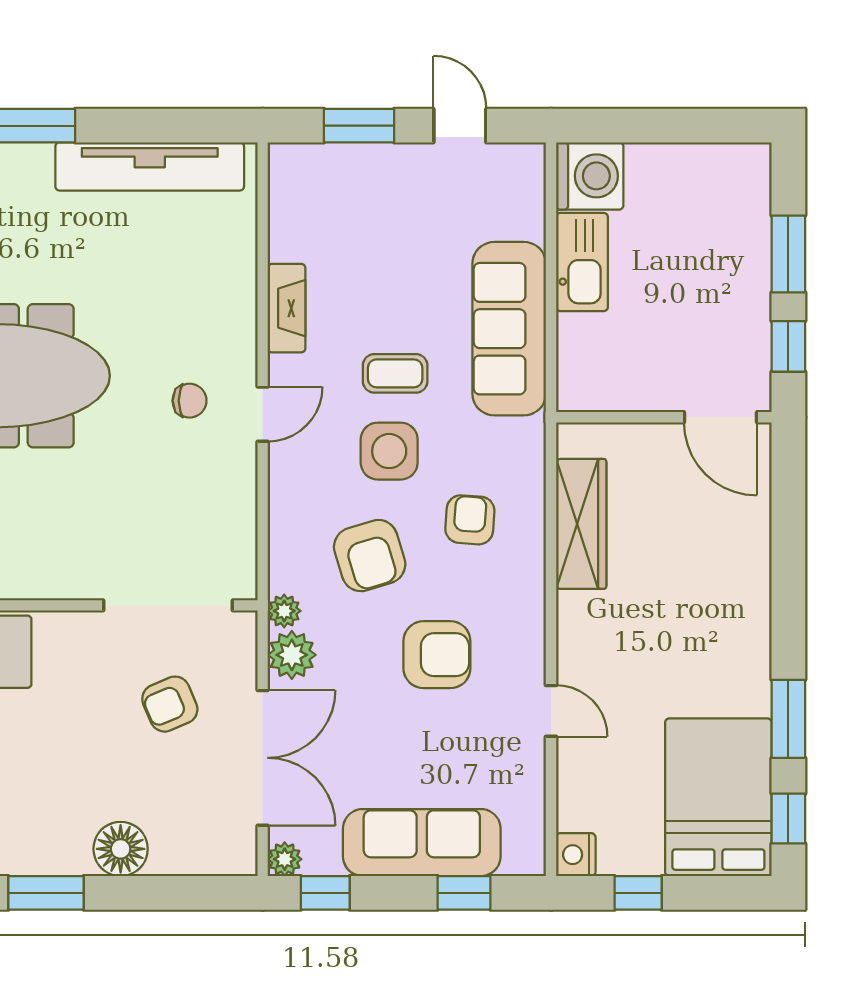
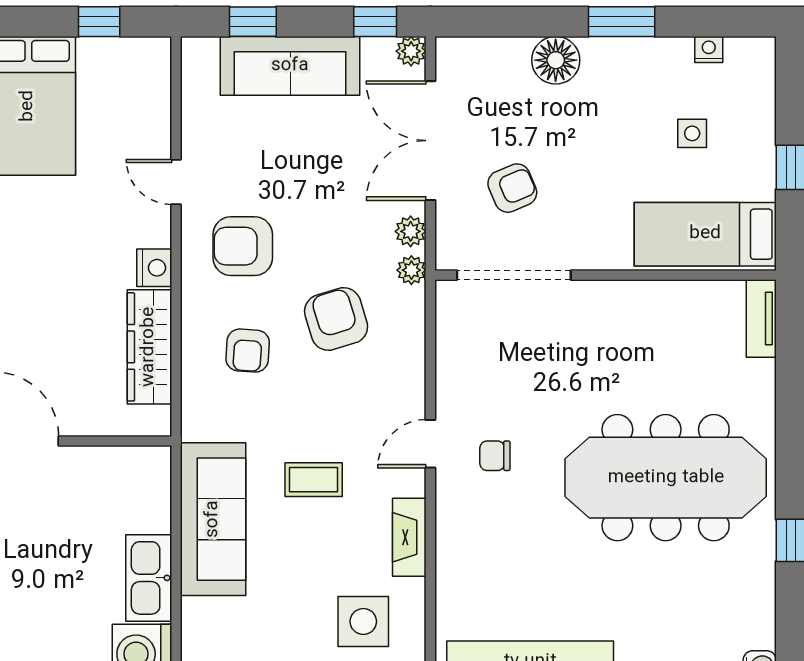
side table: (389, 451) -> (363, 621), moved
plant: (292, 655) -> (411, 231), width x0.73, depth x0.73
armchair: (437, 655) -> (243, 246), moved
nightstand: (576, 855) -> (154, 268), moved

